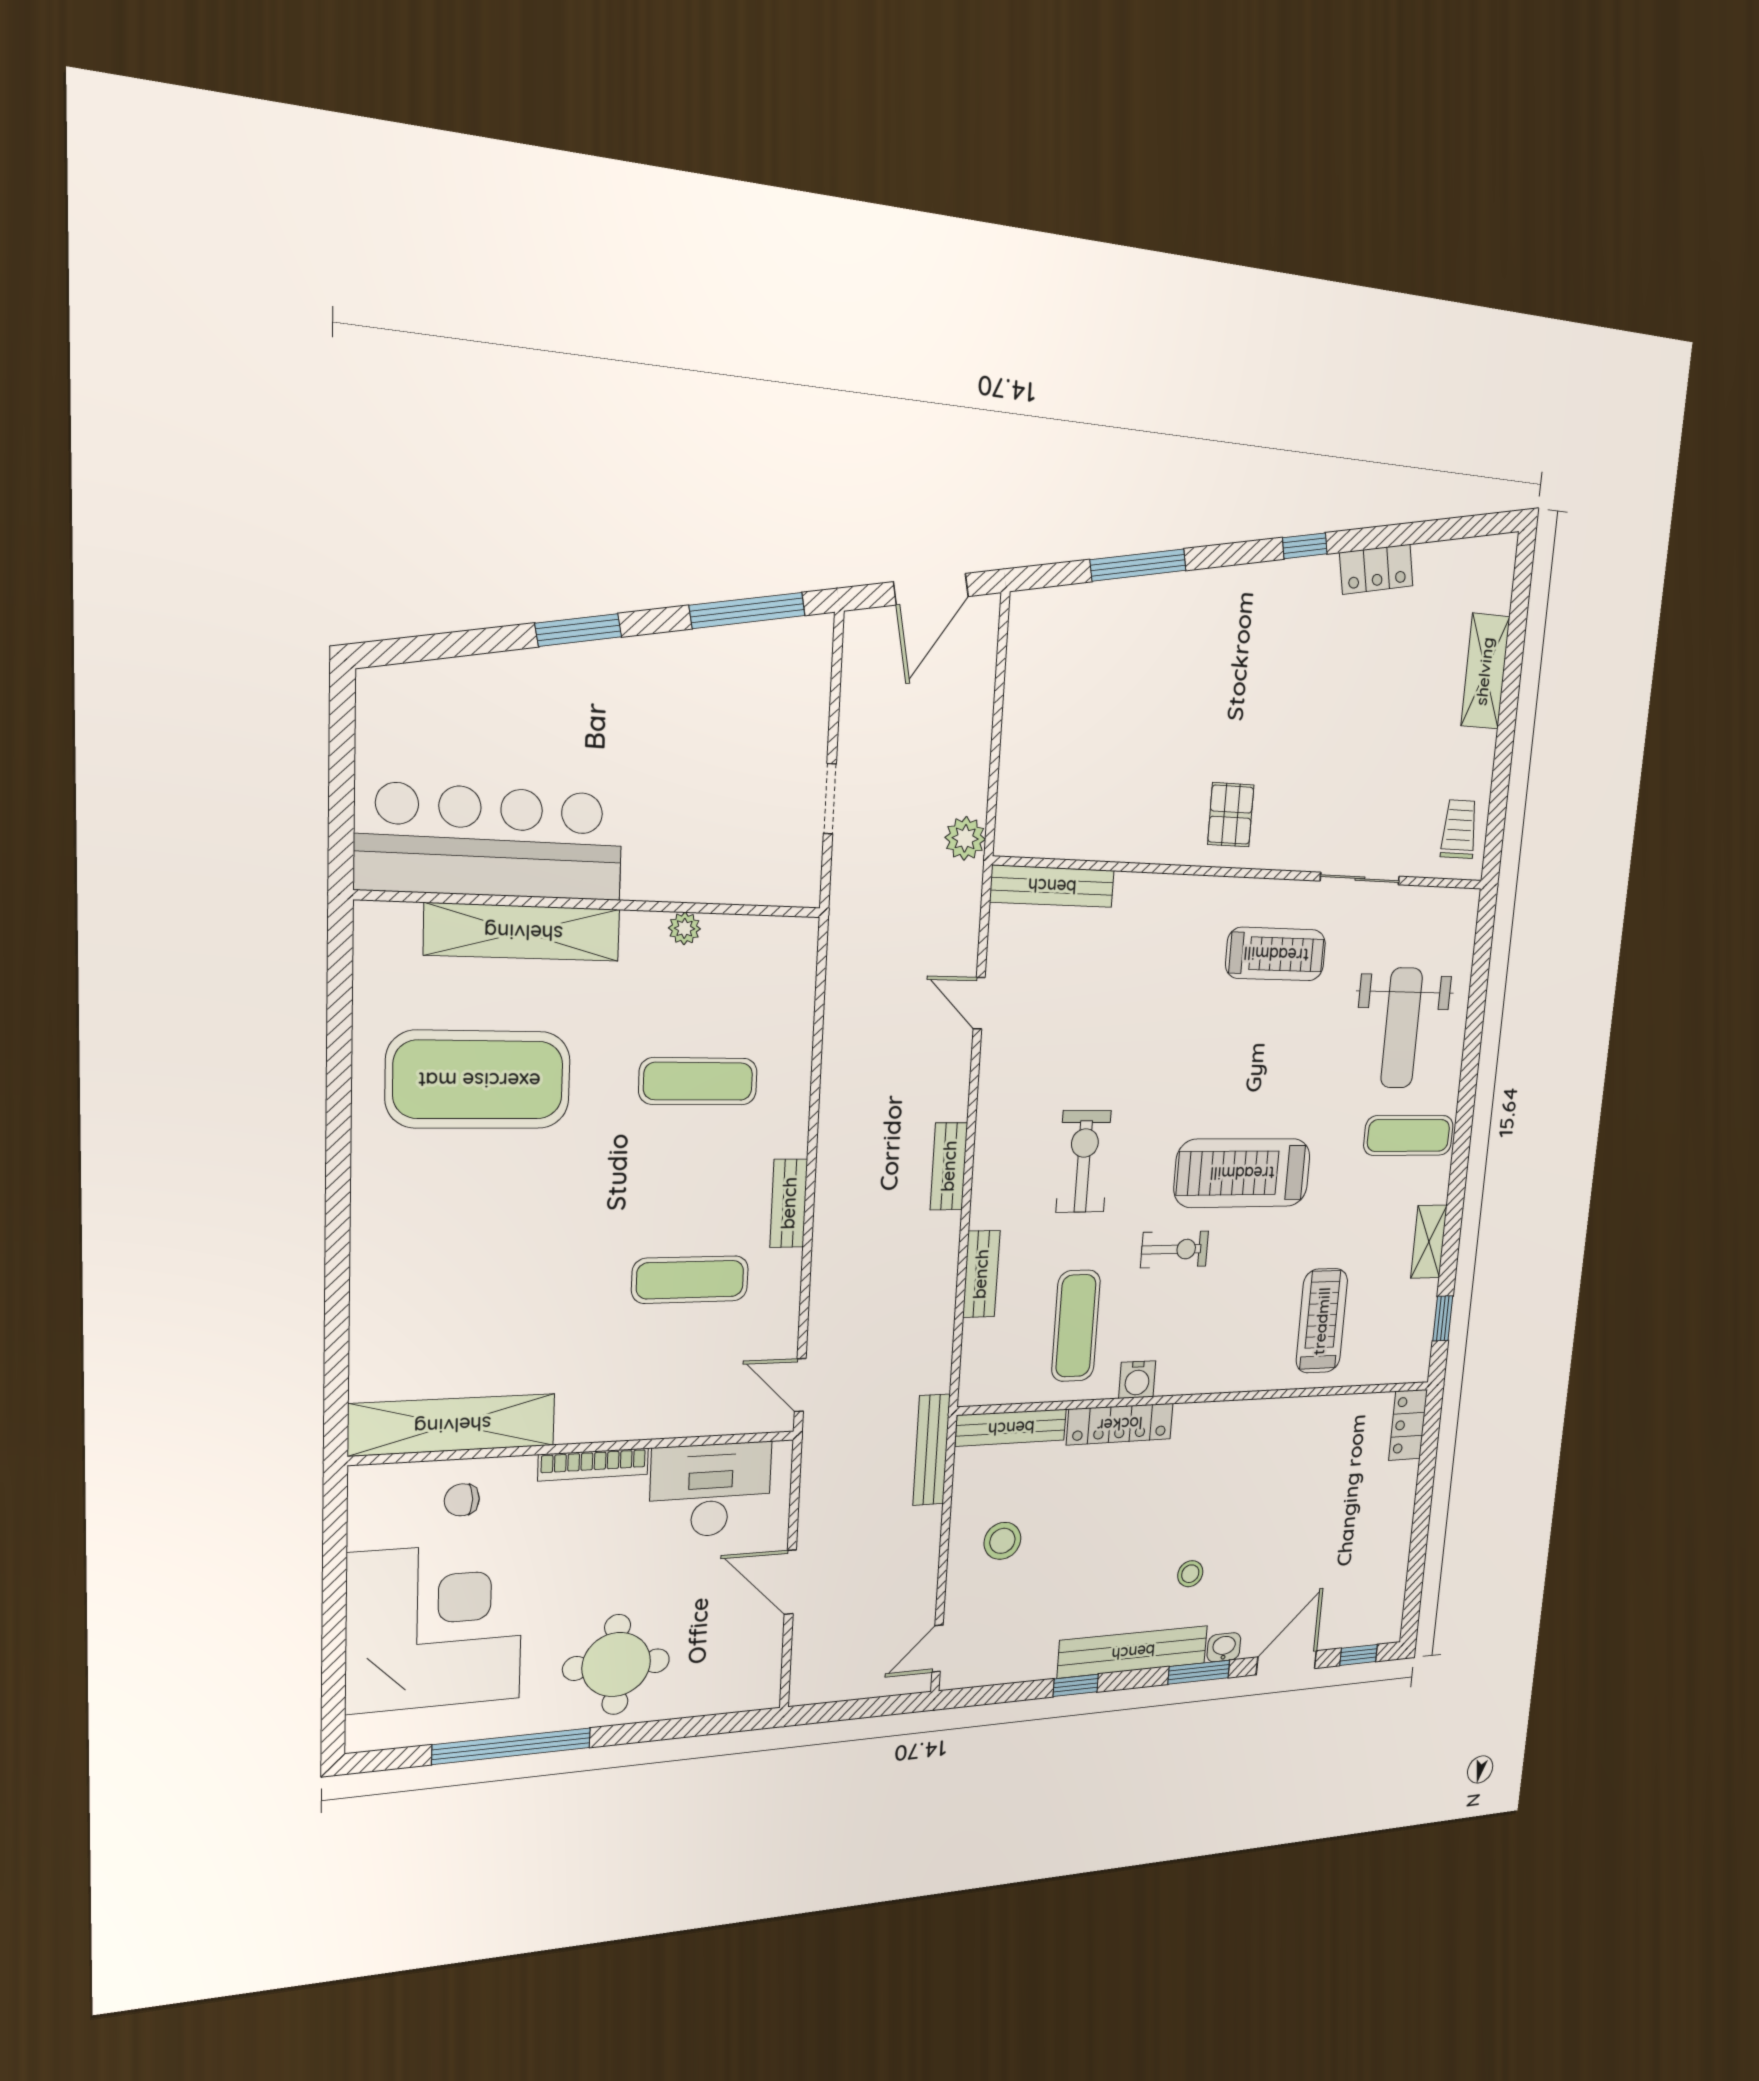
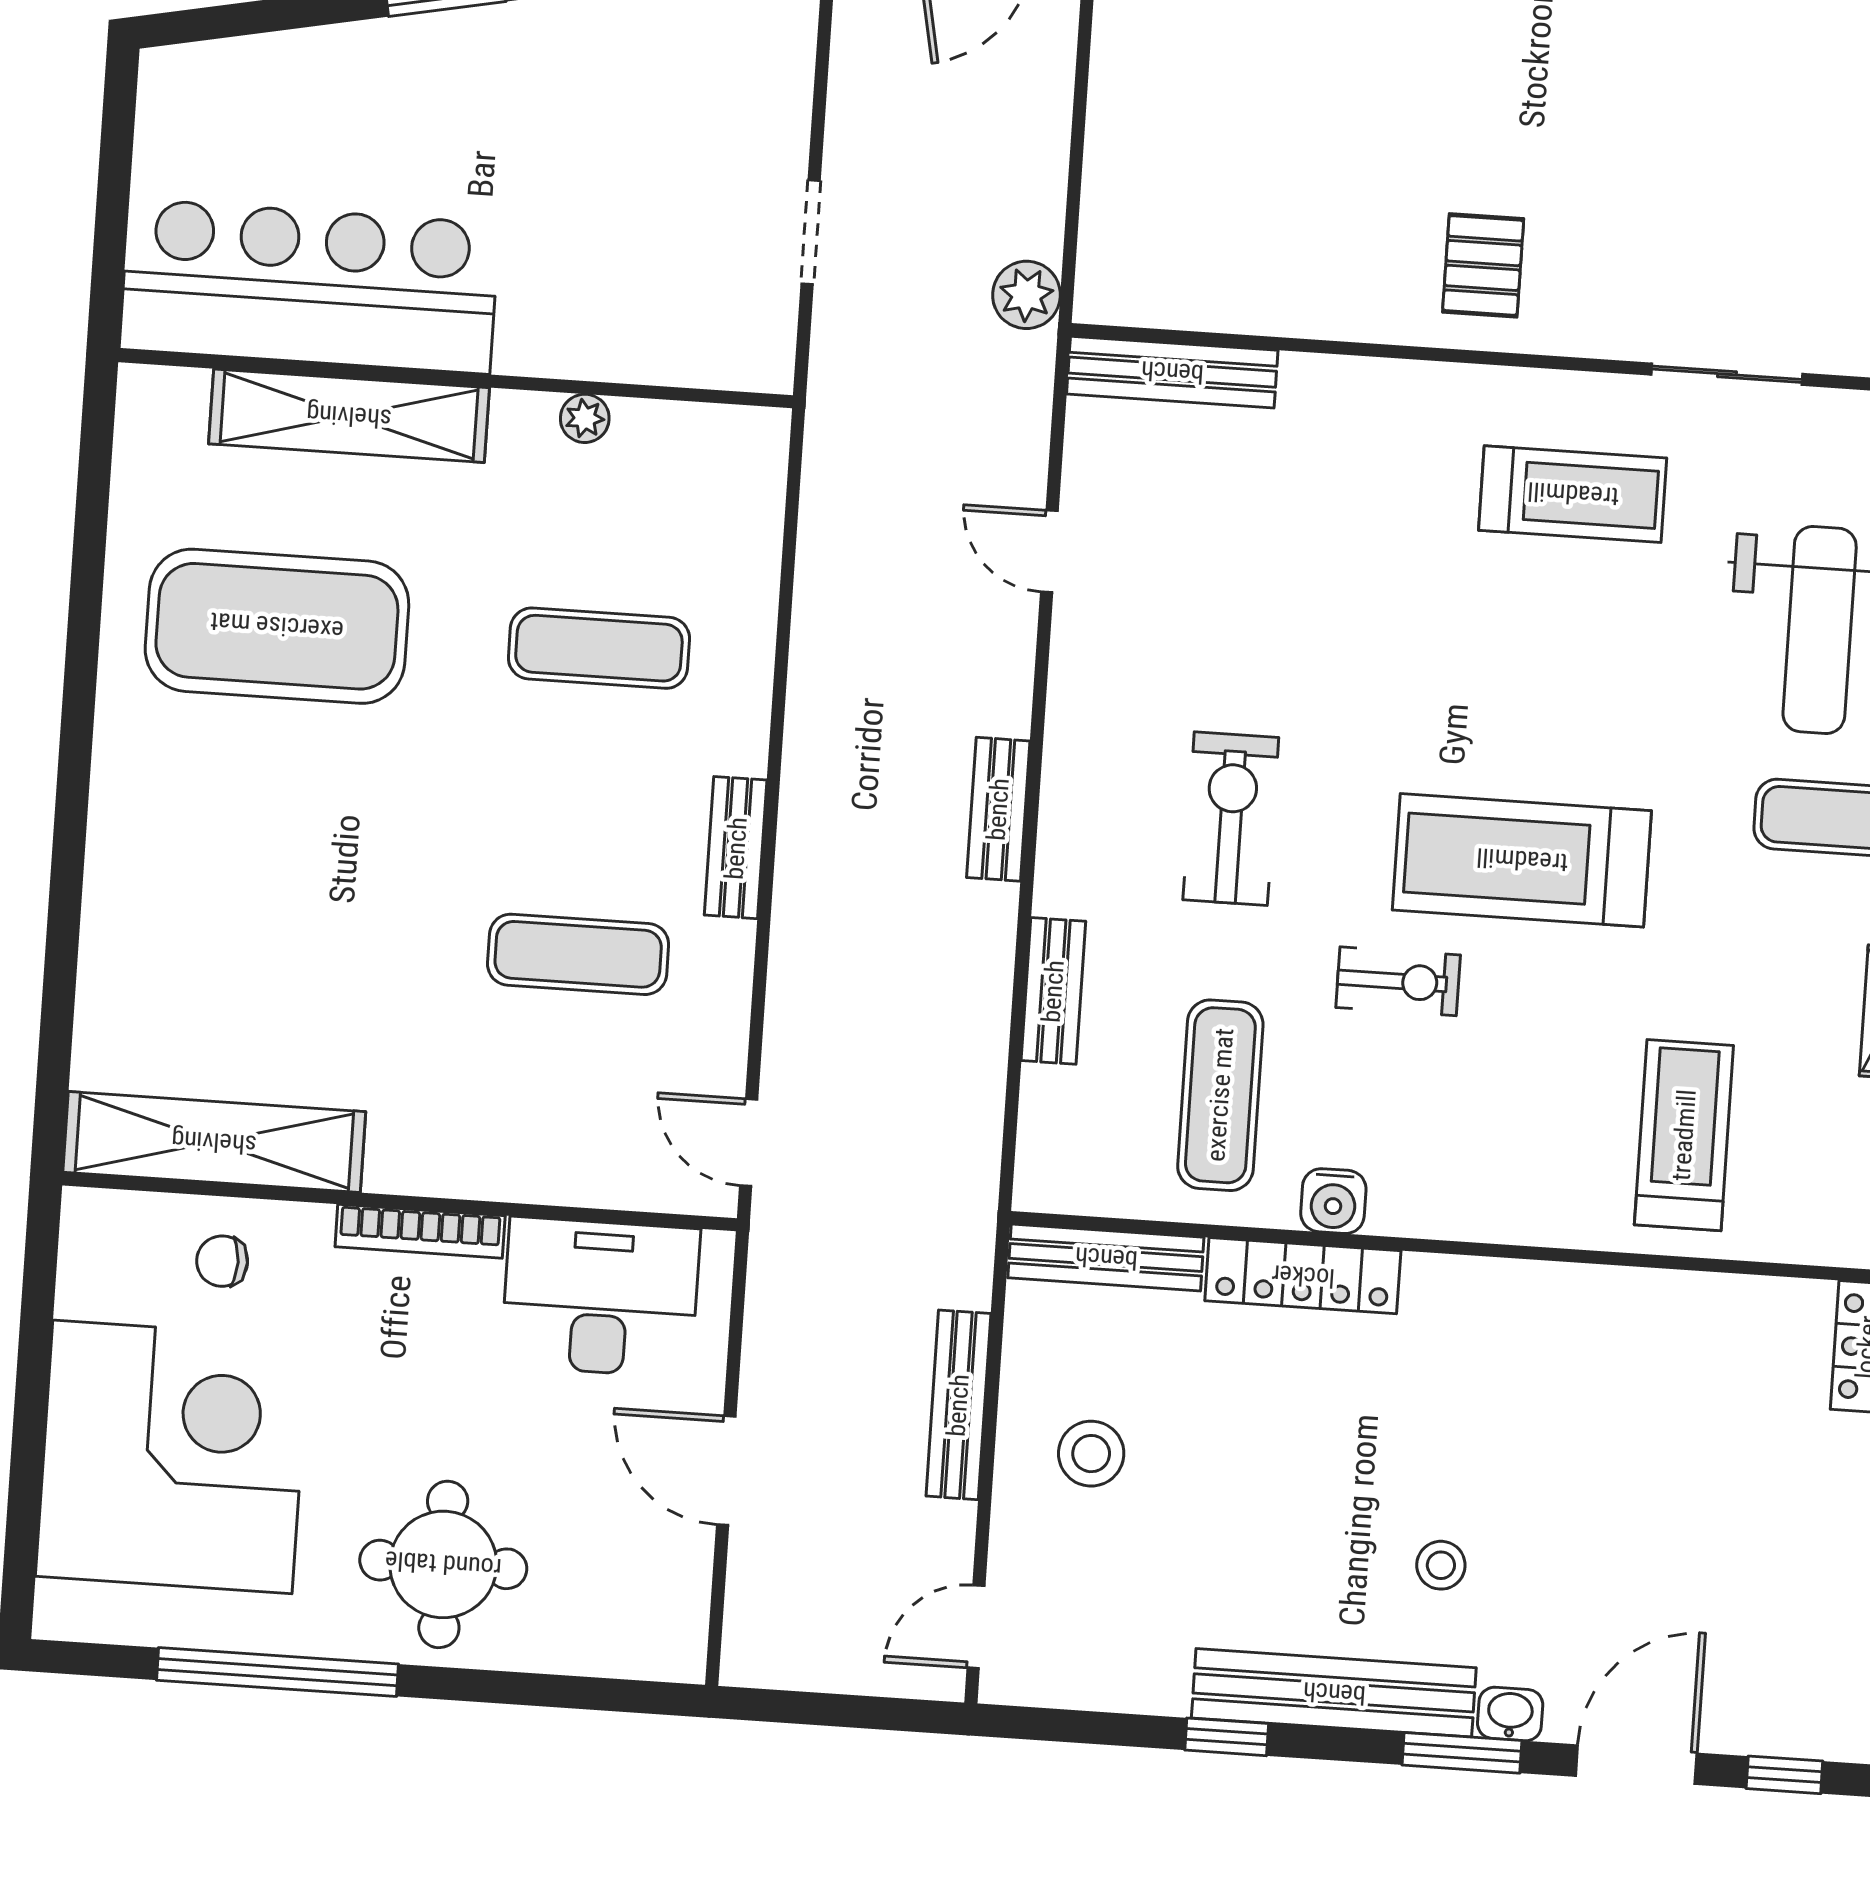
bench: (932, 1450) -> (958, 1405), moved

